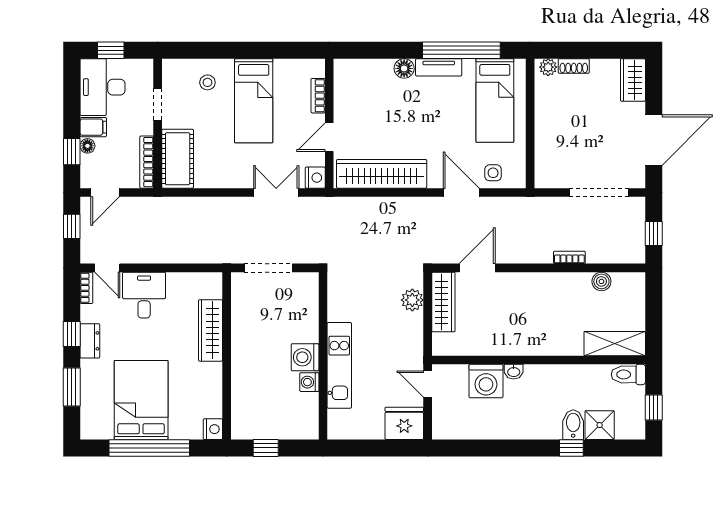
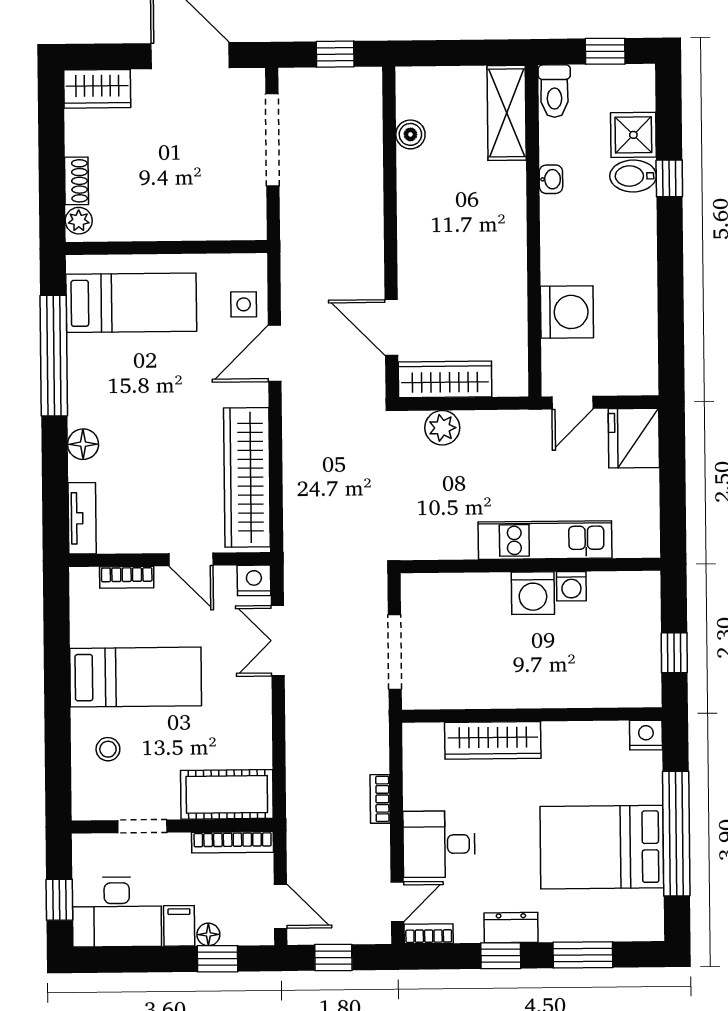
tv unit: (439, 67) -> (82, 518), moved
bookcase: (569, 257) -> (380, 799), moved
washbasin: (514, 372) -> (551, 179), moved

